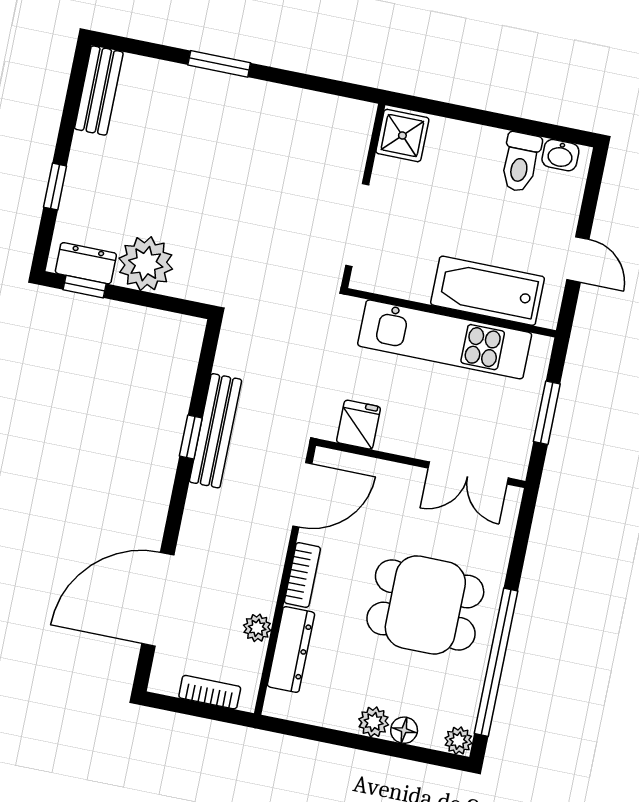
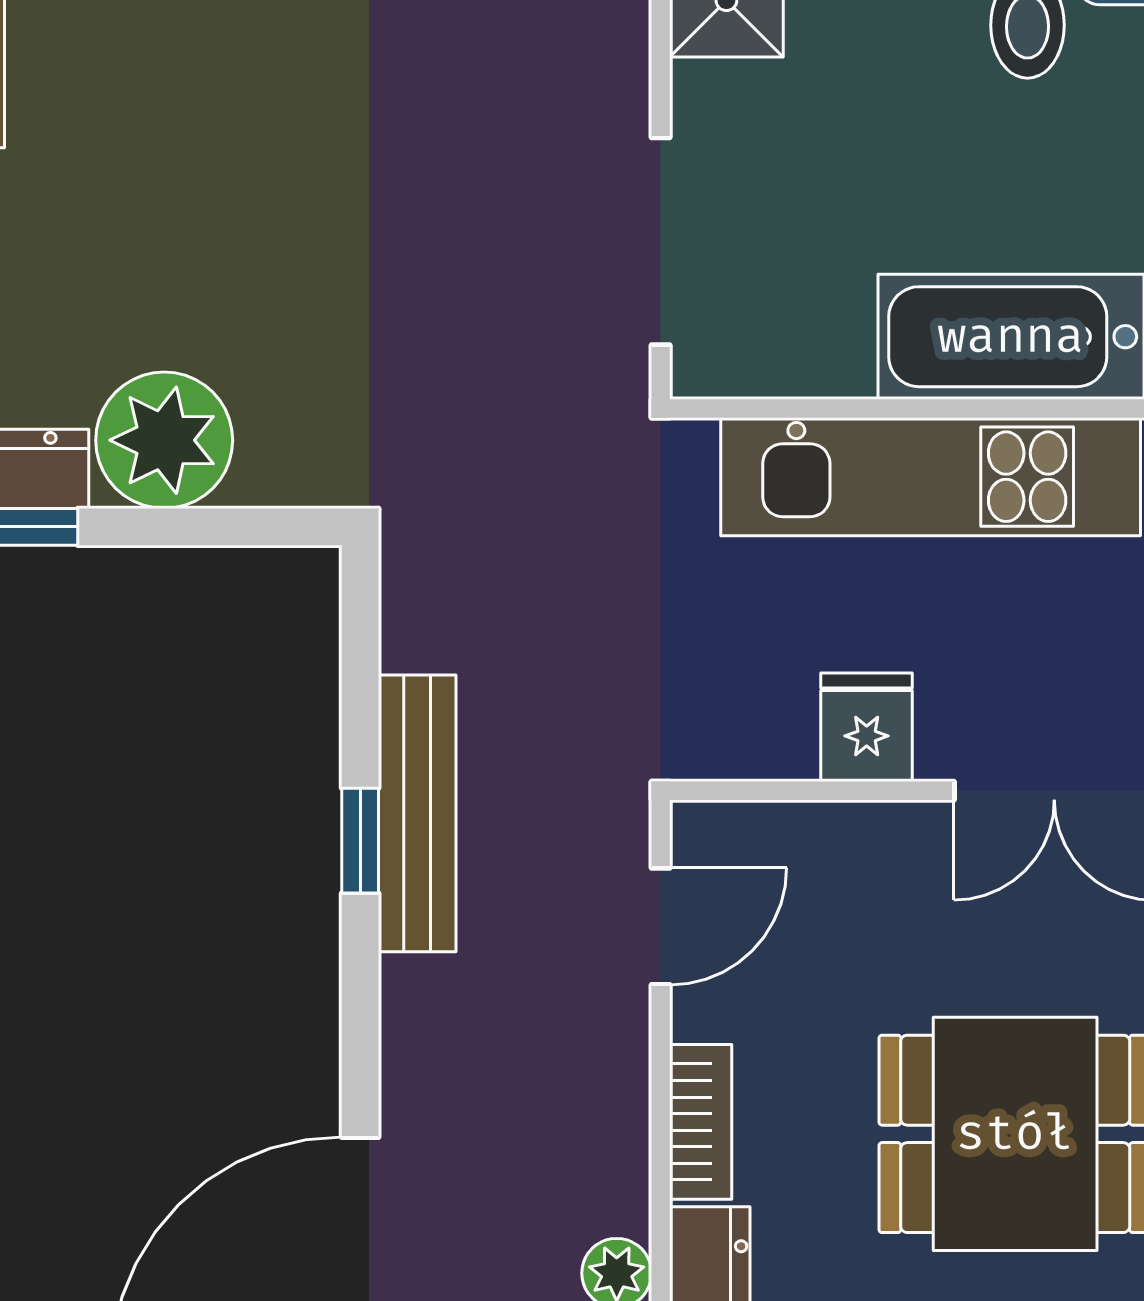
fridge: (359, 425) -> (867, 727), moved
door: (302, 495) -> (661, 926), width x0.73

